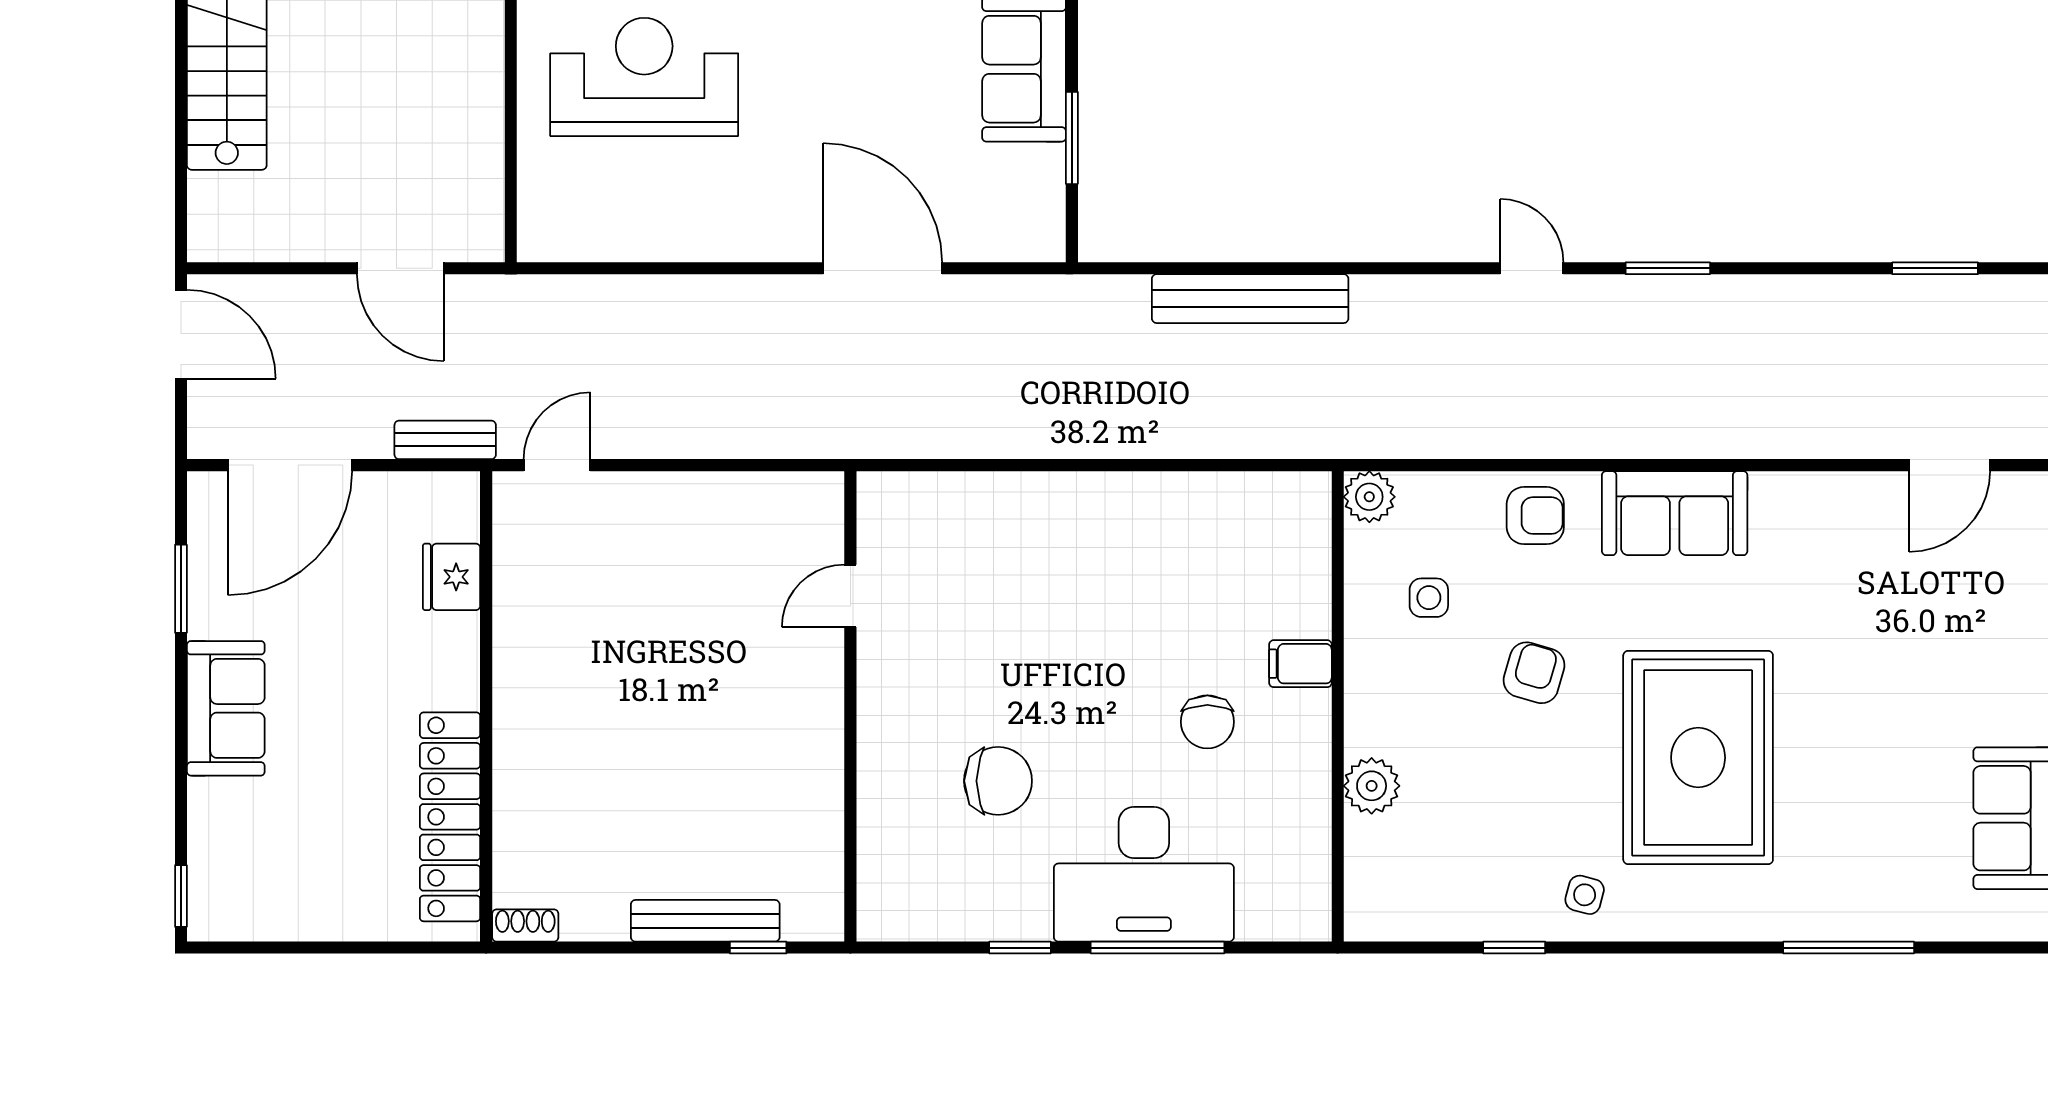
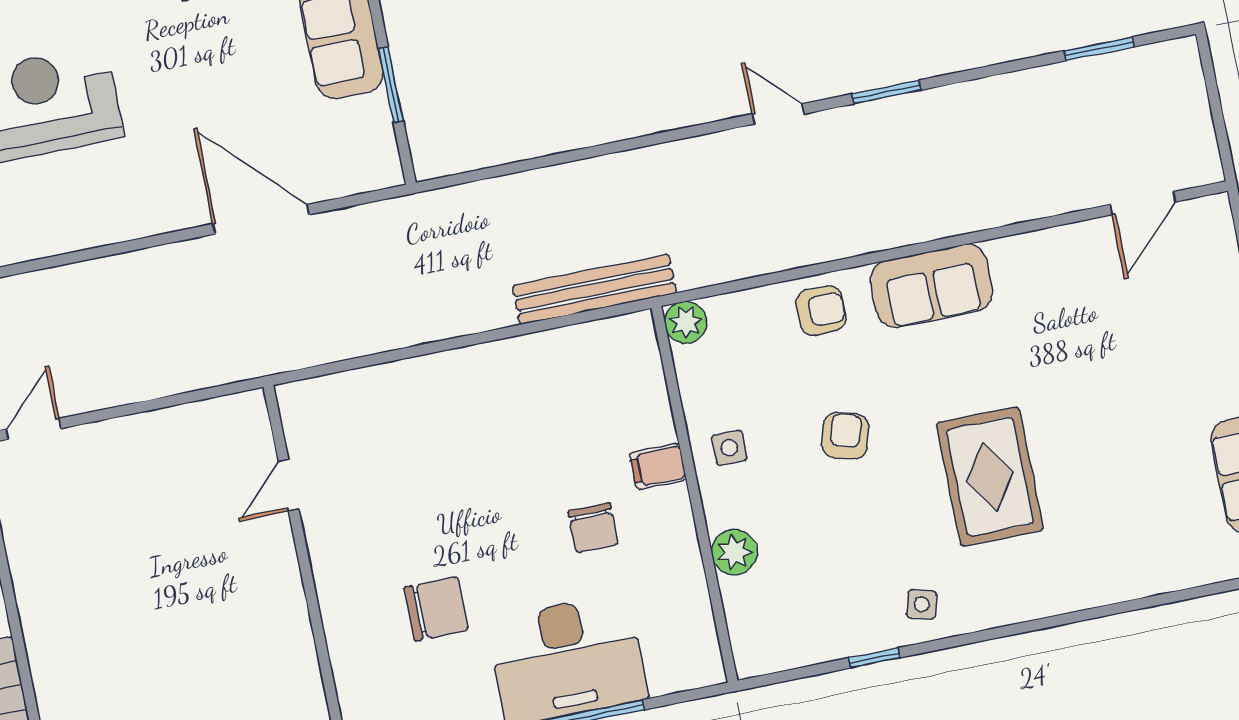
bench: (1250, 299) -> (594, 290), moved
side table: (1429, 598) -> (729, 448), moved
rug: (1698, 758) -> (990, 477), width x0.73, depth x0.69
window: (1849, 948) -> (1141, 604), removed

